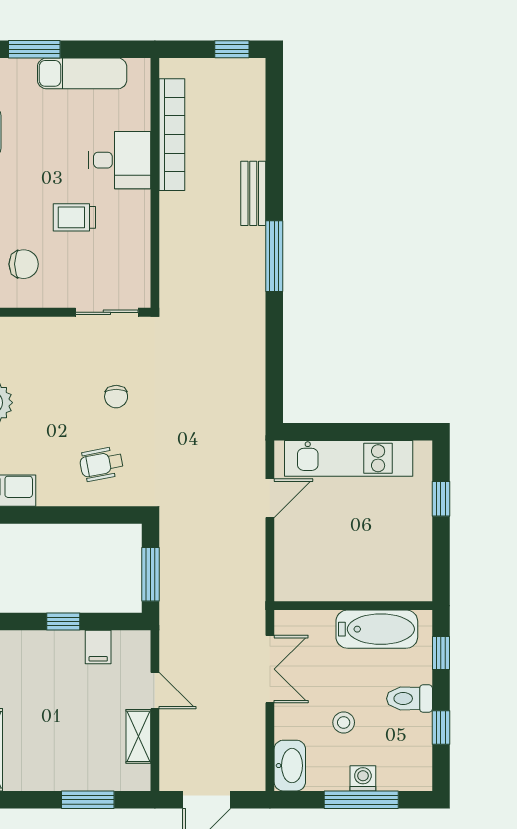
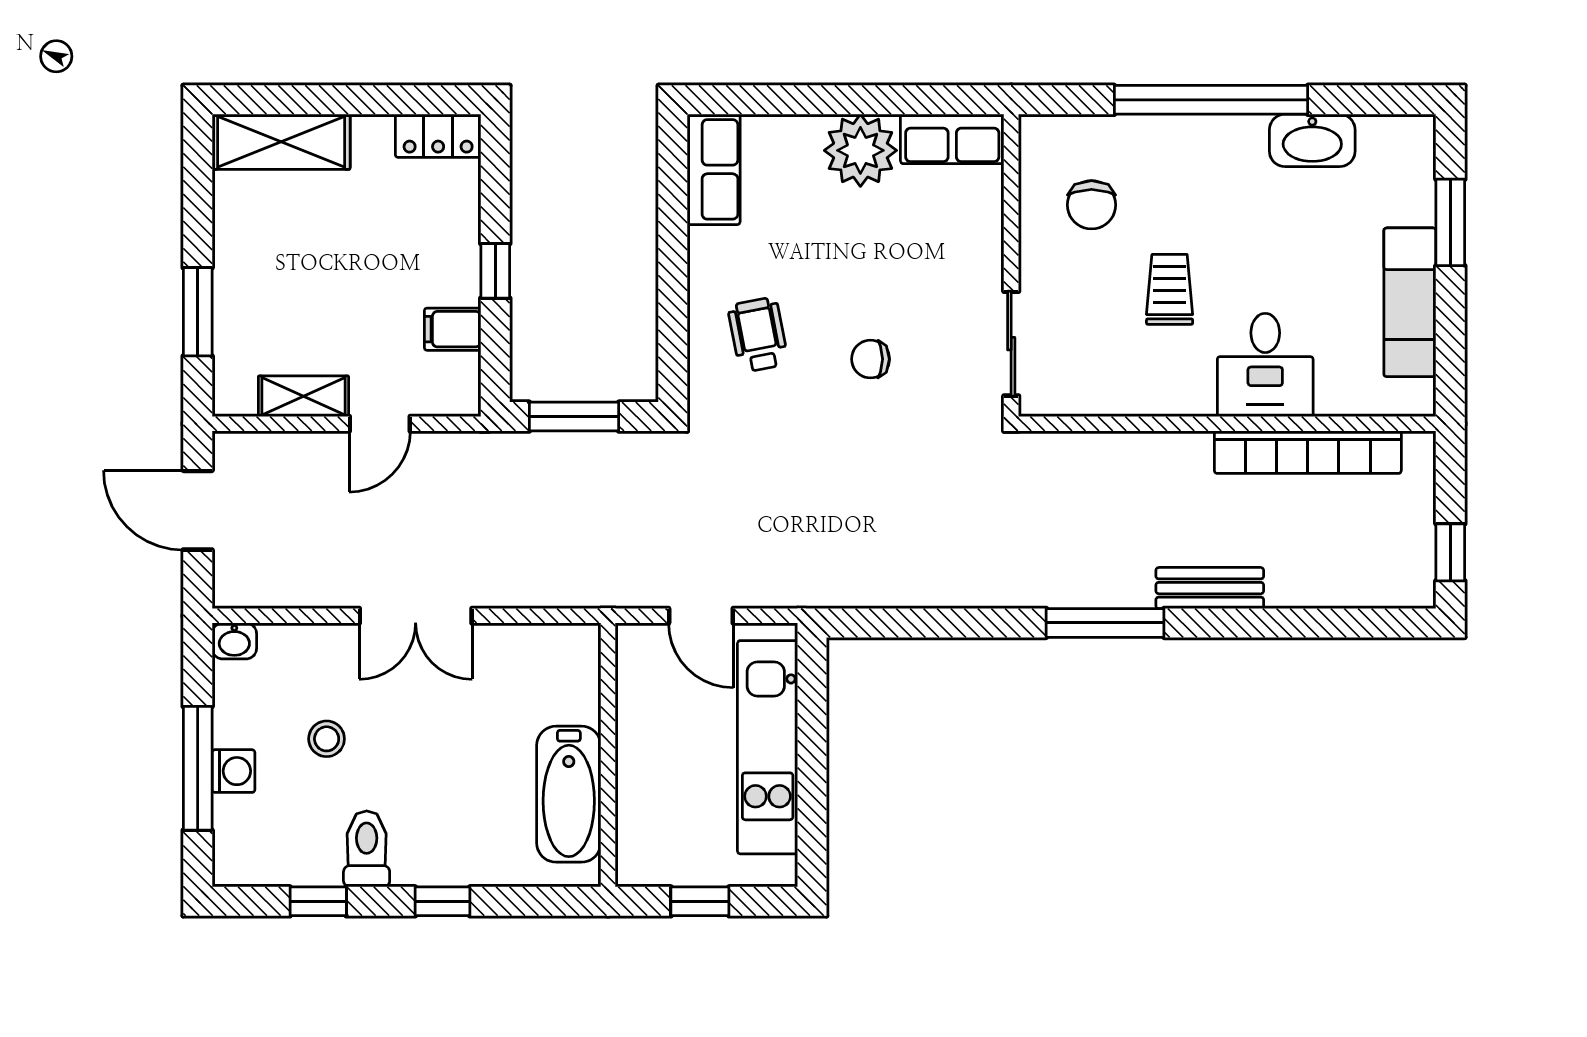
wall: (353, 606) -> (608, 755), moved
bathtub: (377, 629) -> (569, 794), moved
washbasin: (290, 766) -> (234, 641), width x0.52, depth x0.69

